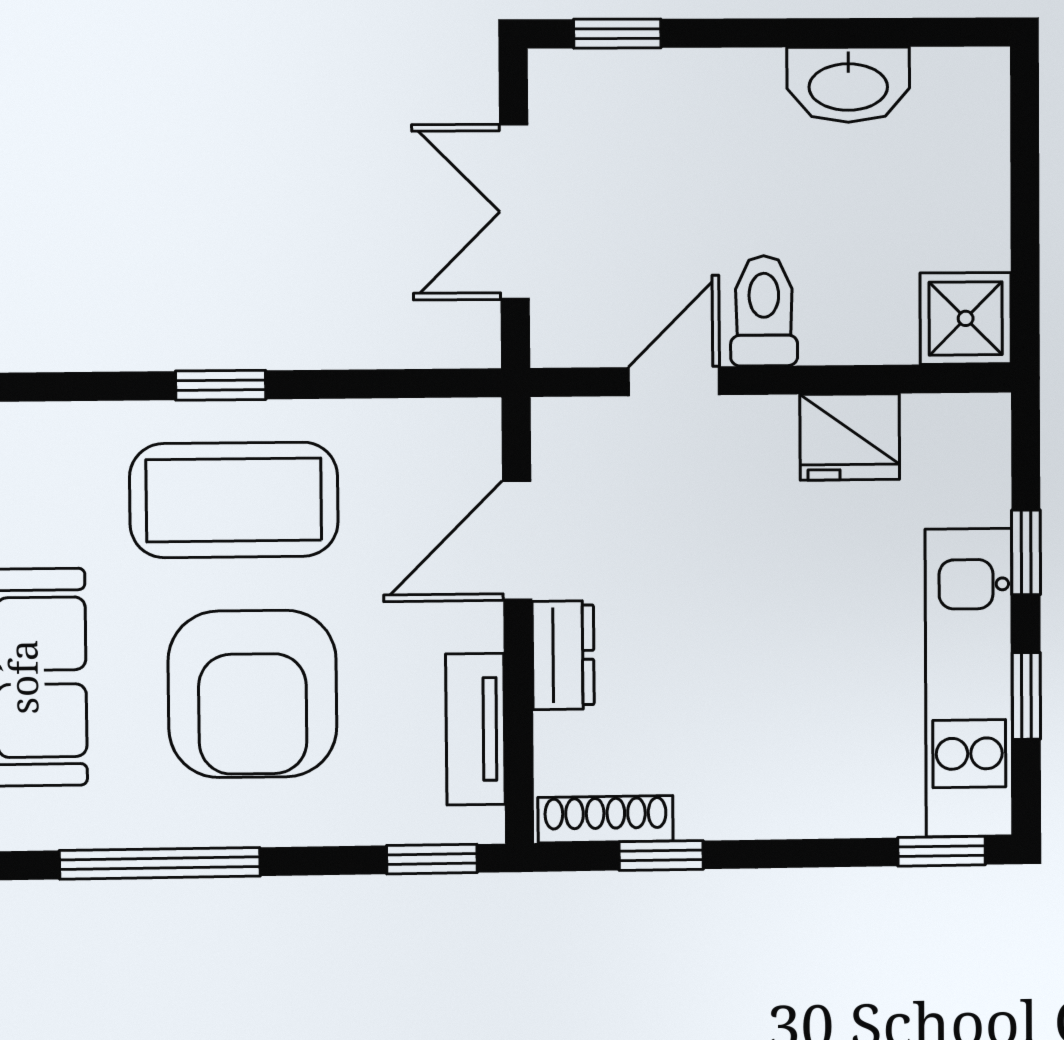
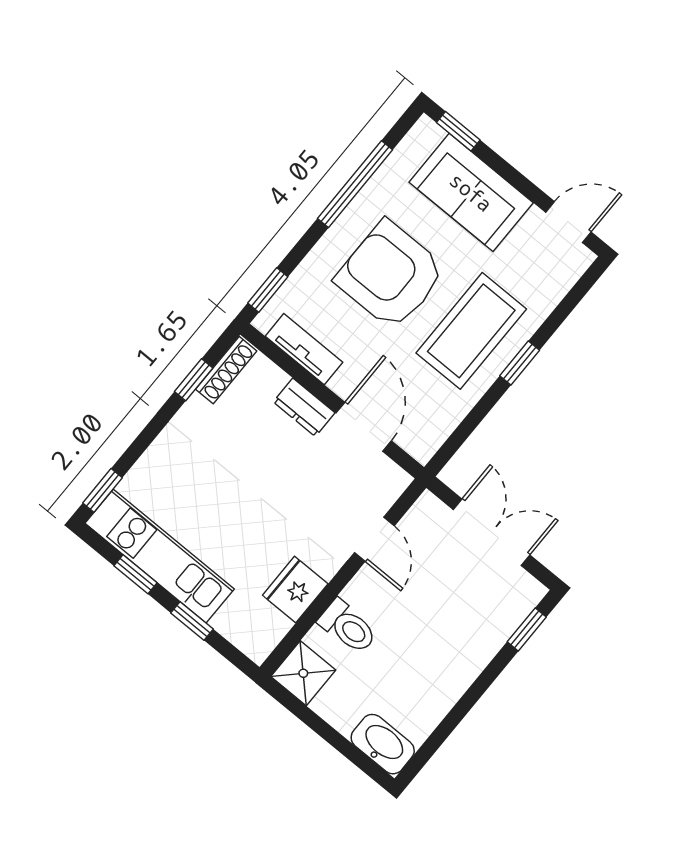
washbasin: (848, 85) -> (383, 744), moved, turned 90
toilet: (764, 311) -> (348, 627), moved

